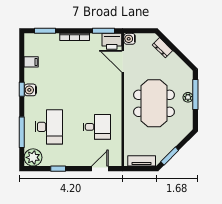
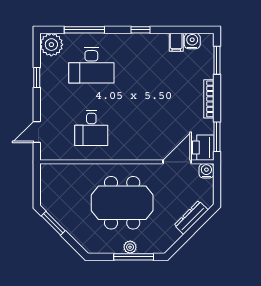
dresser: (162, 48) -> (191, 217), width x1.44
water cooler: (30, 90) -> (192, 41), moved
tv unit: (142, 161) -> (47, 186), removed
door: (100, 169) -> (37, 132), swing flipped

